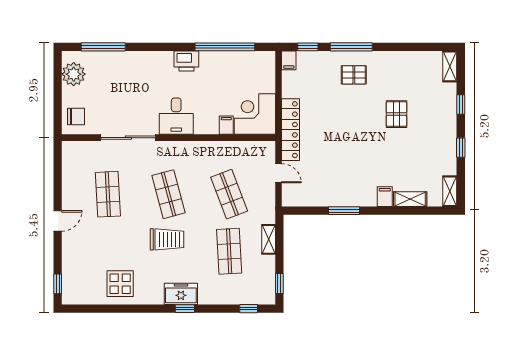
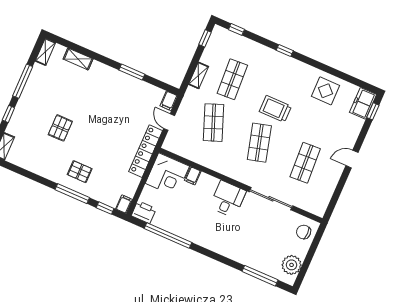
printer: (186, 61) -> (144, 212), moved
window: (461, 148) -> (23, 81), width x2.17
filing cabinet: (385, 197) -> (169, 101), moved
freezer: (181, 294) -> (363, 103), moved, turned 90

